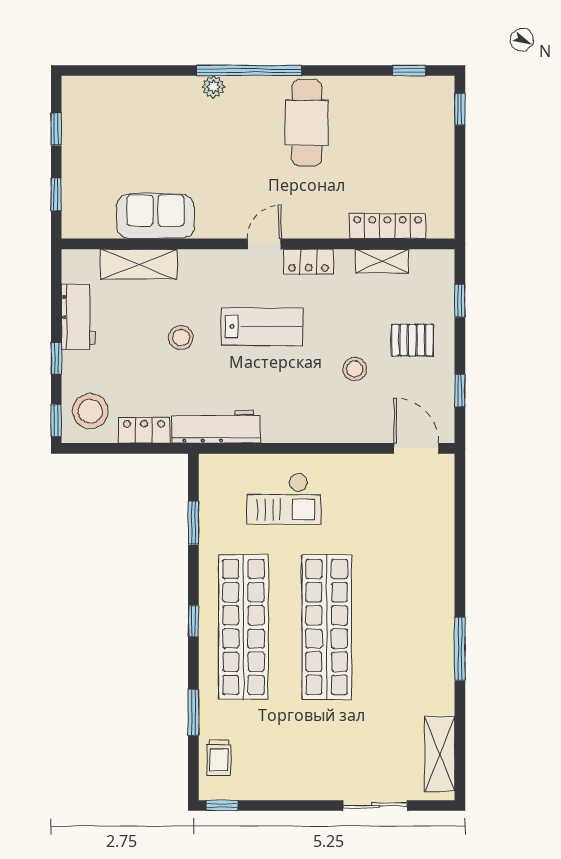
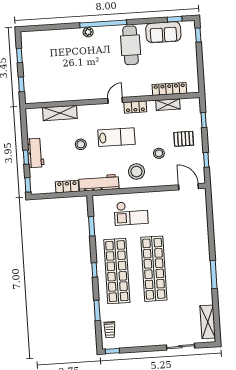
sofa: (155, 216) -> (163, 32), moved, turned 180
workbench: (78, 317) -> (36, 153), moved
stool: (90, 411) -> (137, 172), moved

